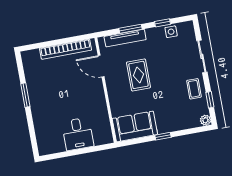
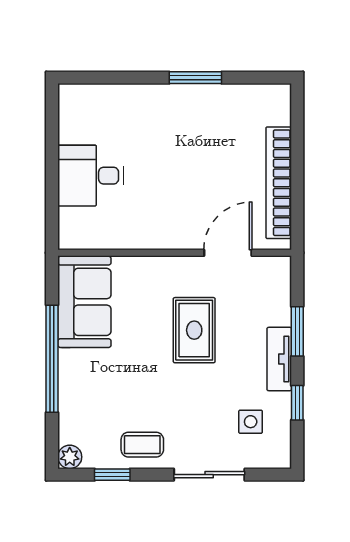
side table: (171, 32) -> (251, 422), moved
tv unit: (125, 38) -> (279, 359), moved, width x0.71
rug: (138, 75) -> (194, 330), turned 90
window: (163, 136) -> (52, 359), width x3.17

